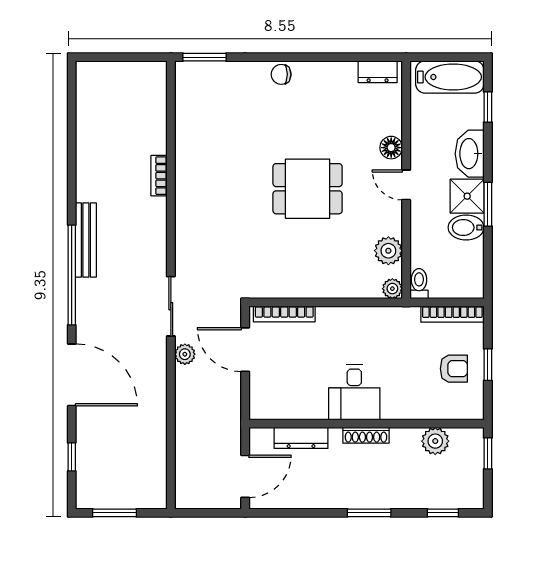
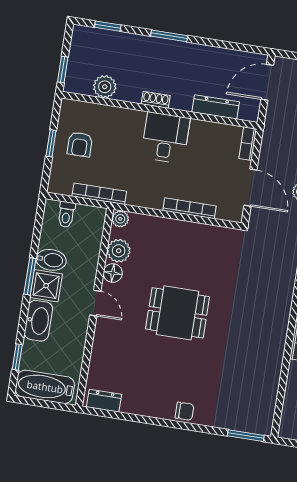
floor lamp: (391, 148) -> (113, 273), moved
toilet: (419, 284) -> (66, 215), moved
bookcase: (284, 314) -> (189, 208), moved
bookcase: (452, 314) -> (99, 194), moved
armchair: (454, 369) -> (80, 144), turned -90
bookcase: (256, 401) -> (248, 144), added
shoe rack: (366, 435) -> (156, 100), width x0.70

